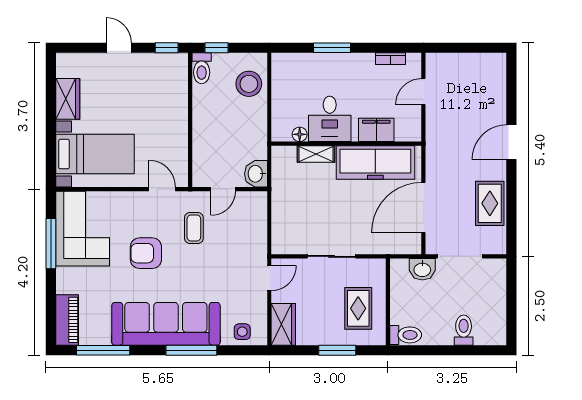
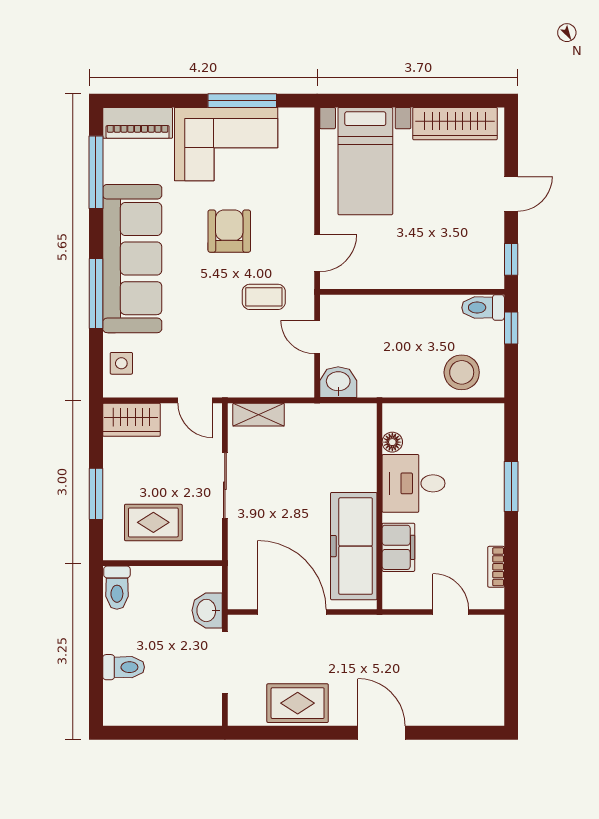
wardrobe: (68, 99) -> (455, 124), width x1.50
shelving: (316, 154) -> (259, 415), moved, turned 90
corner sofa: (83, 229) -> (226, 144), moved

